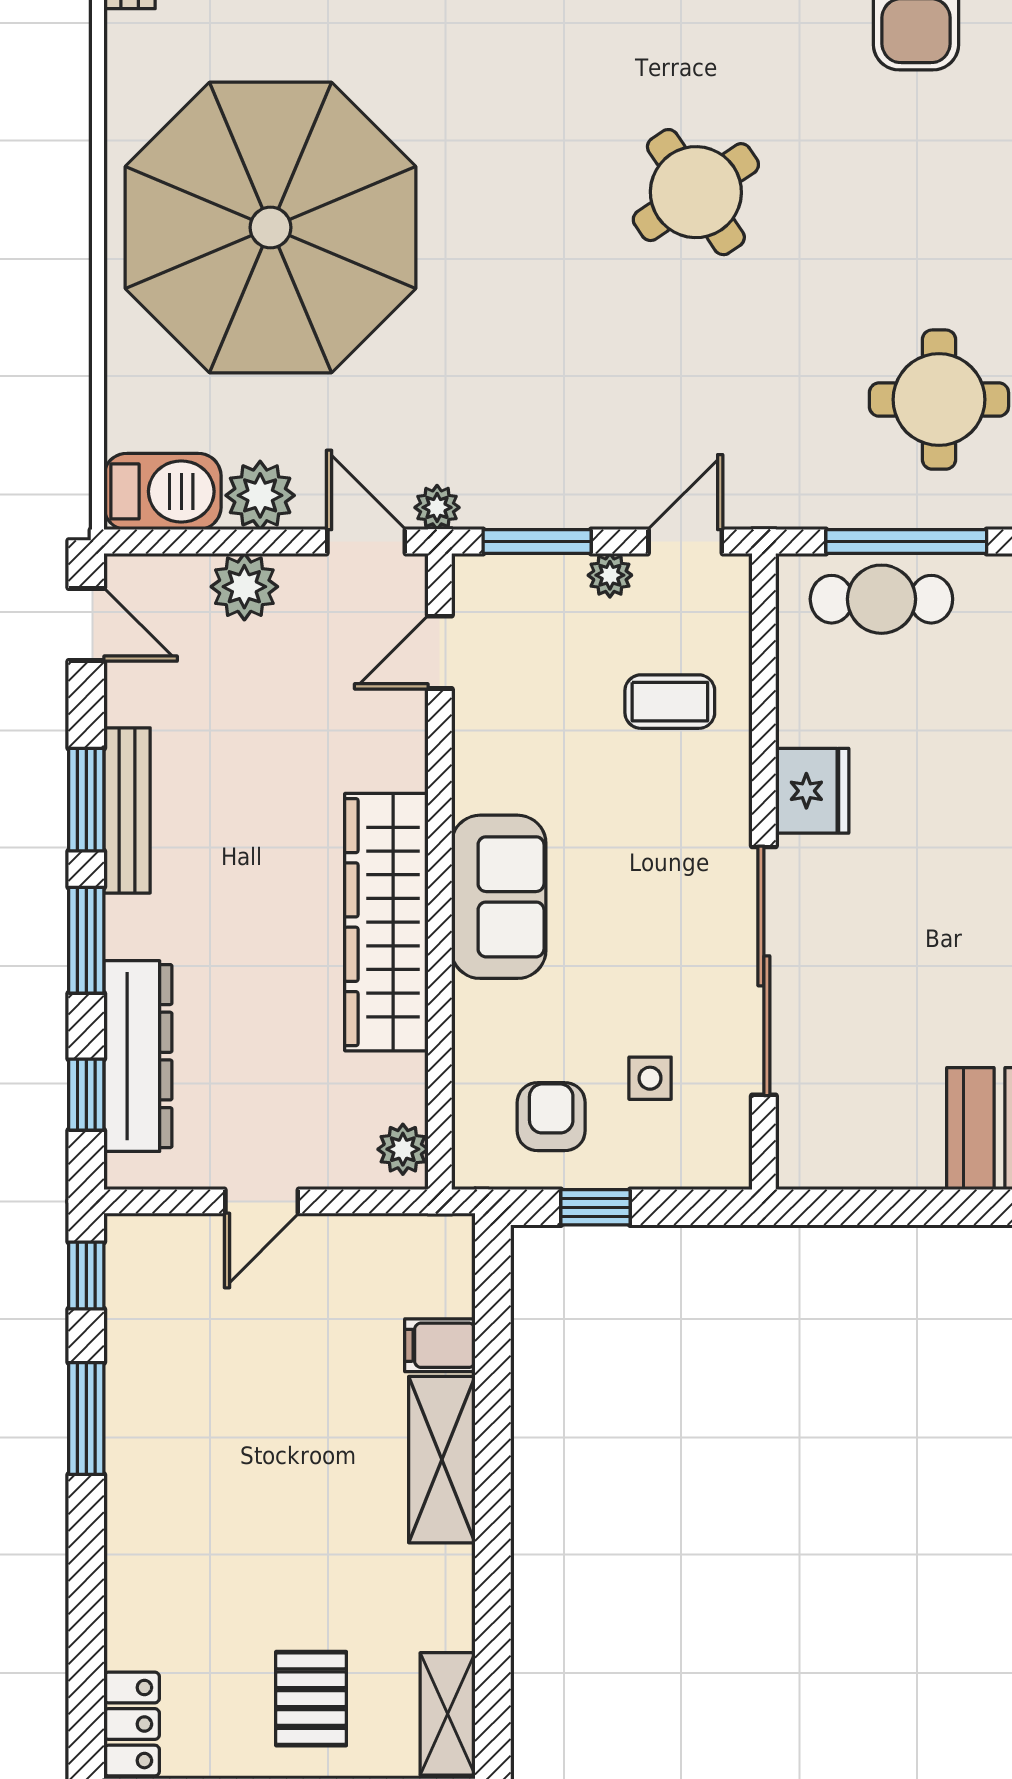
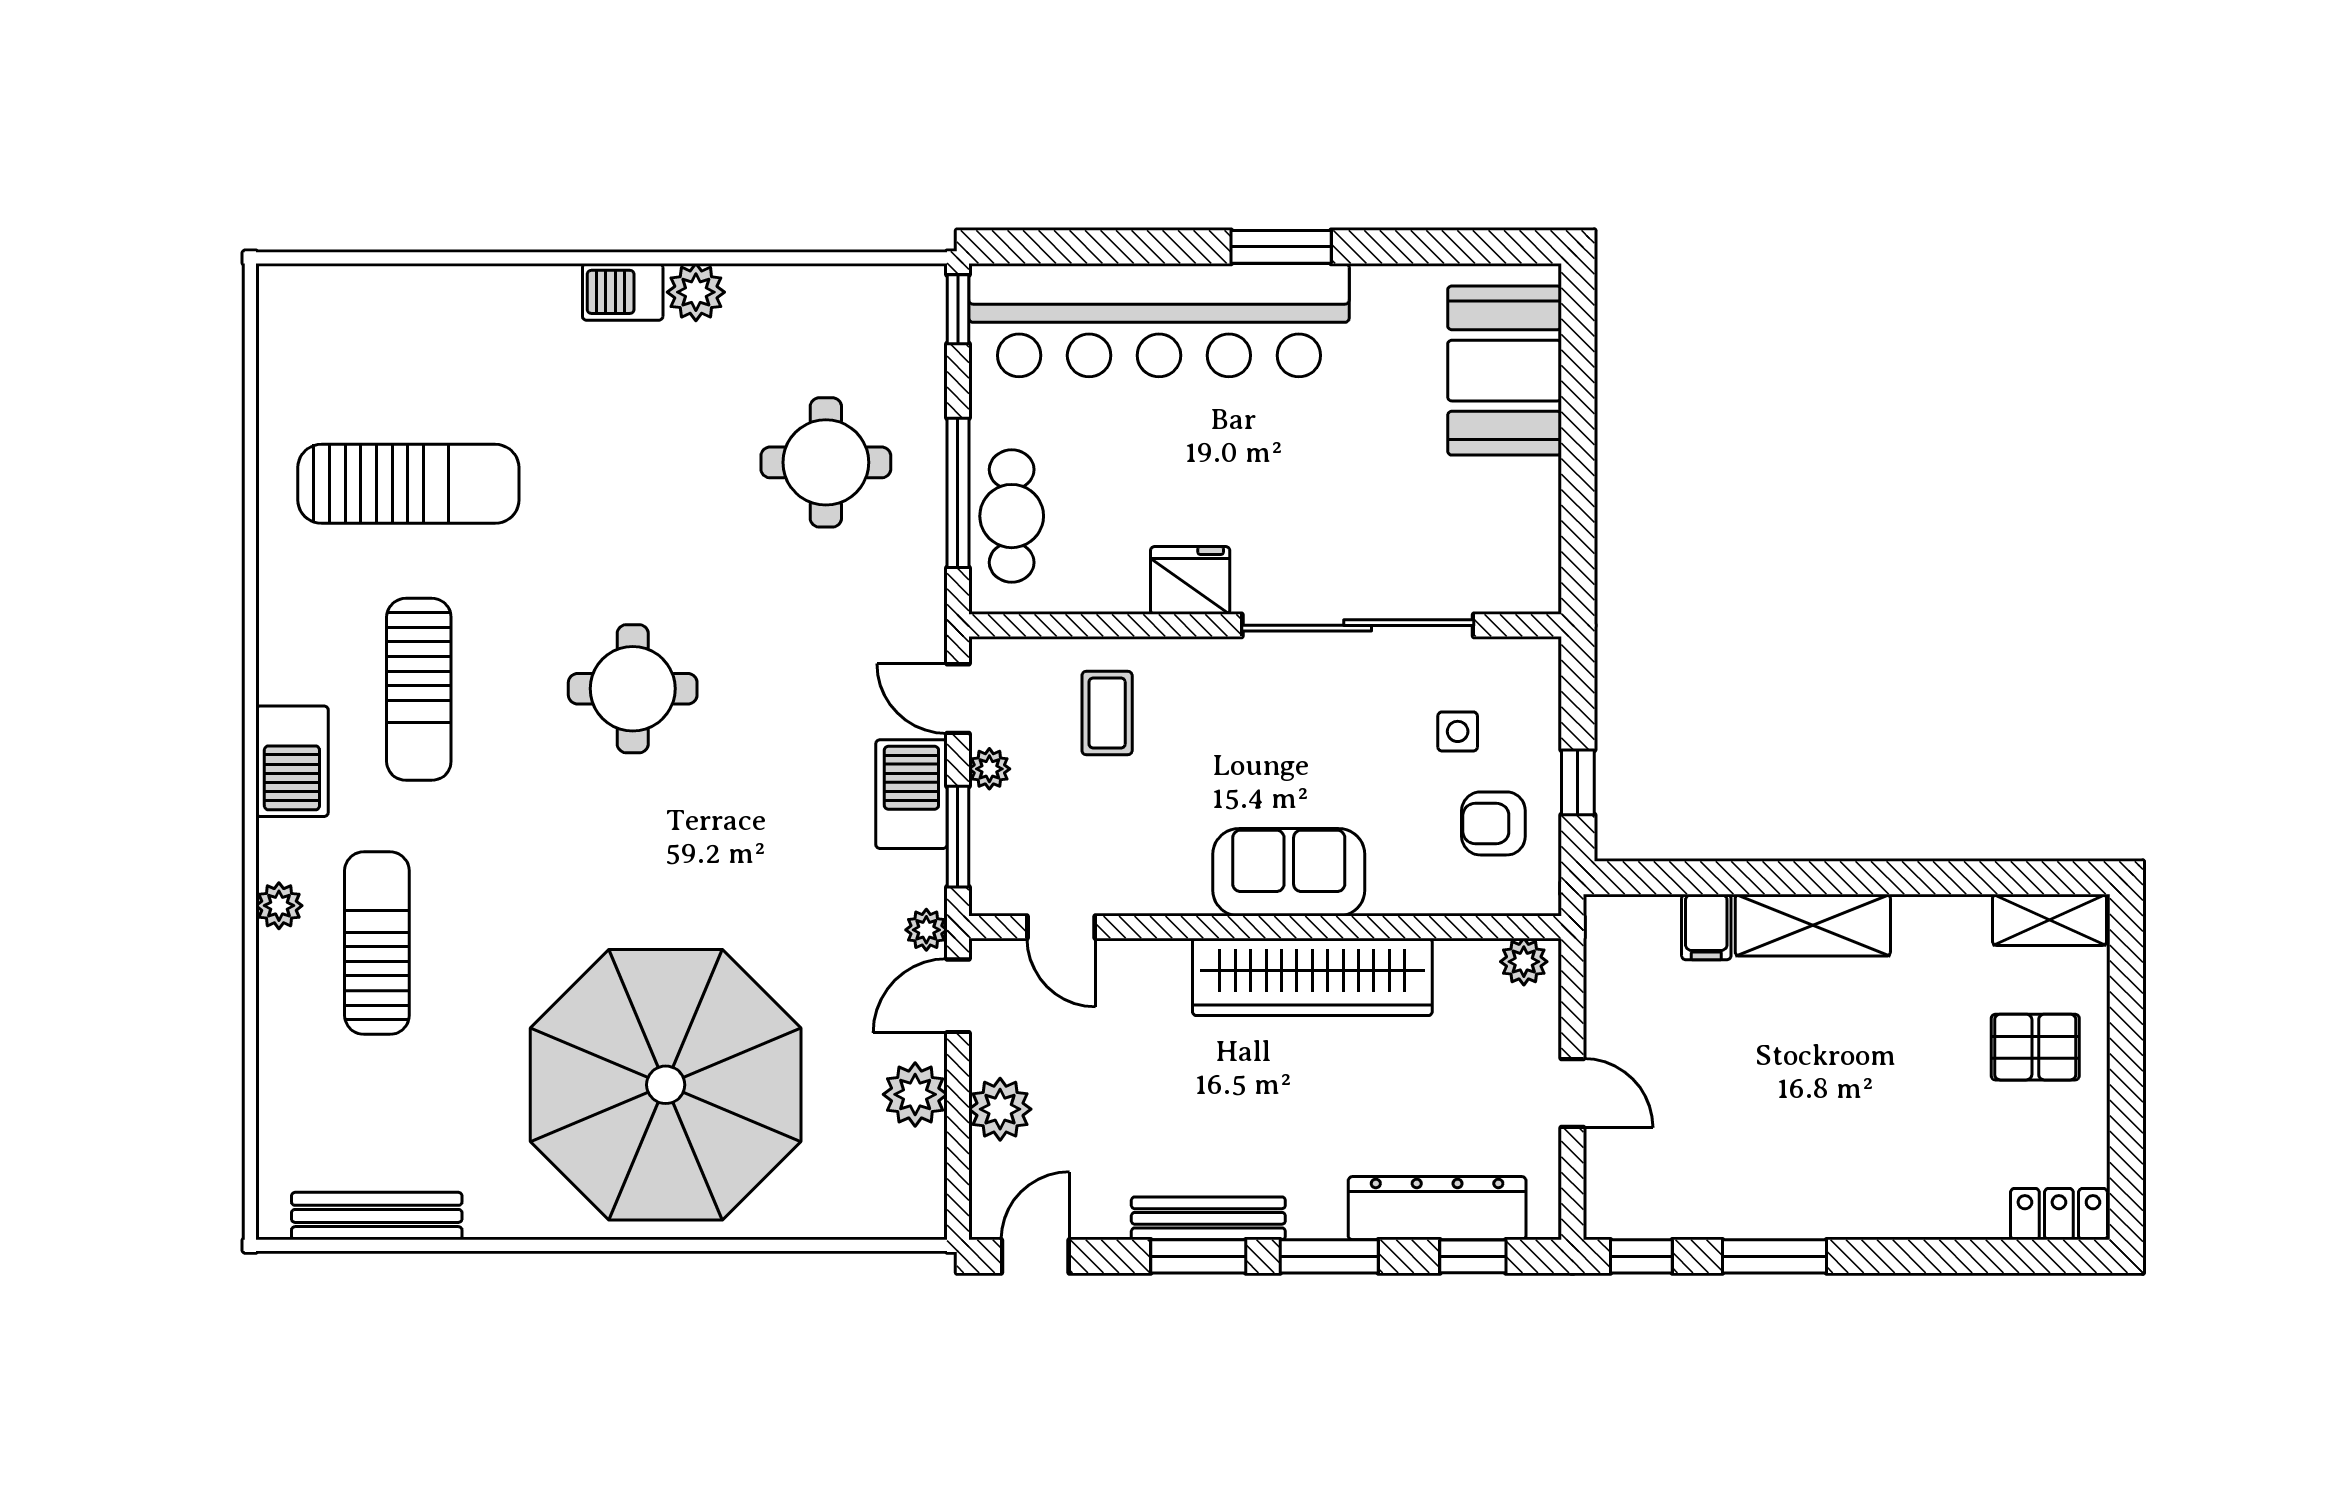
round table: (696, 192) -> (633, 689), turned 34
barbecue: (163, 491) -> (911, 794), moved

